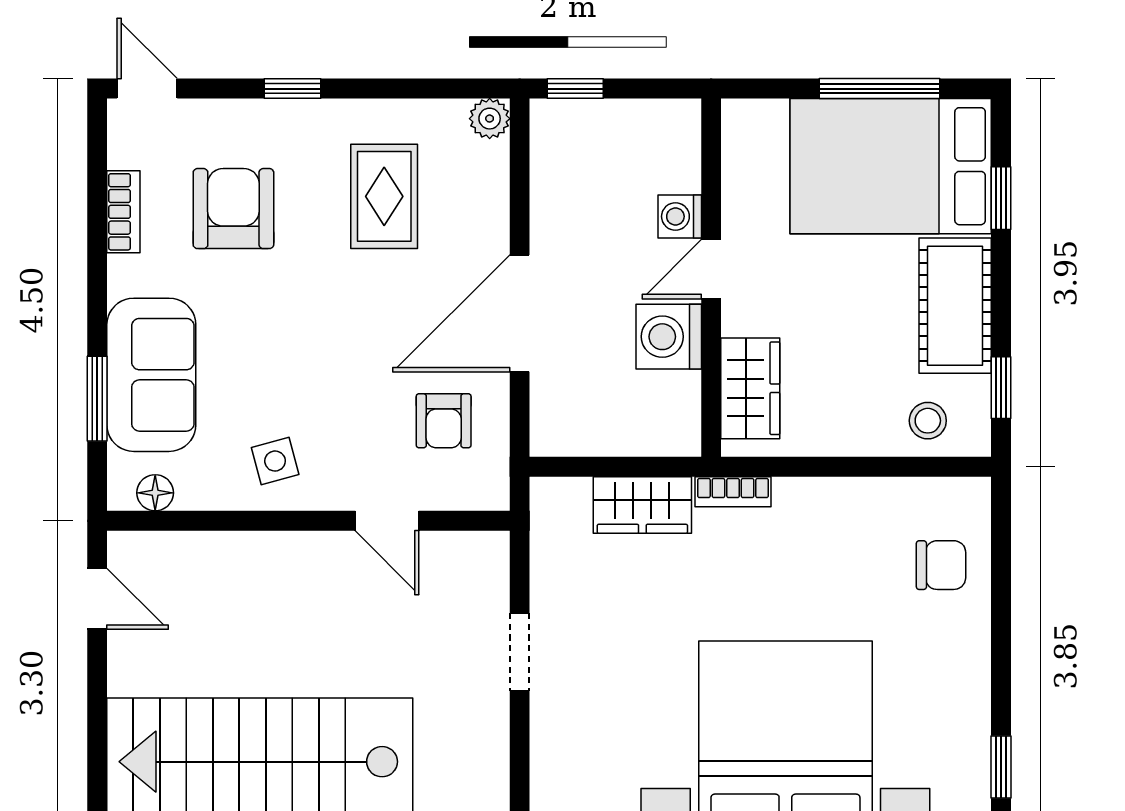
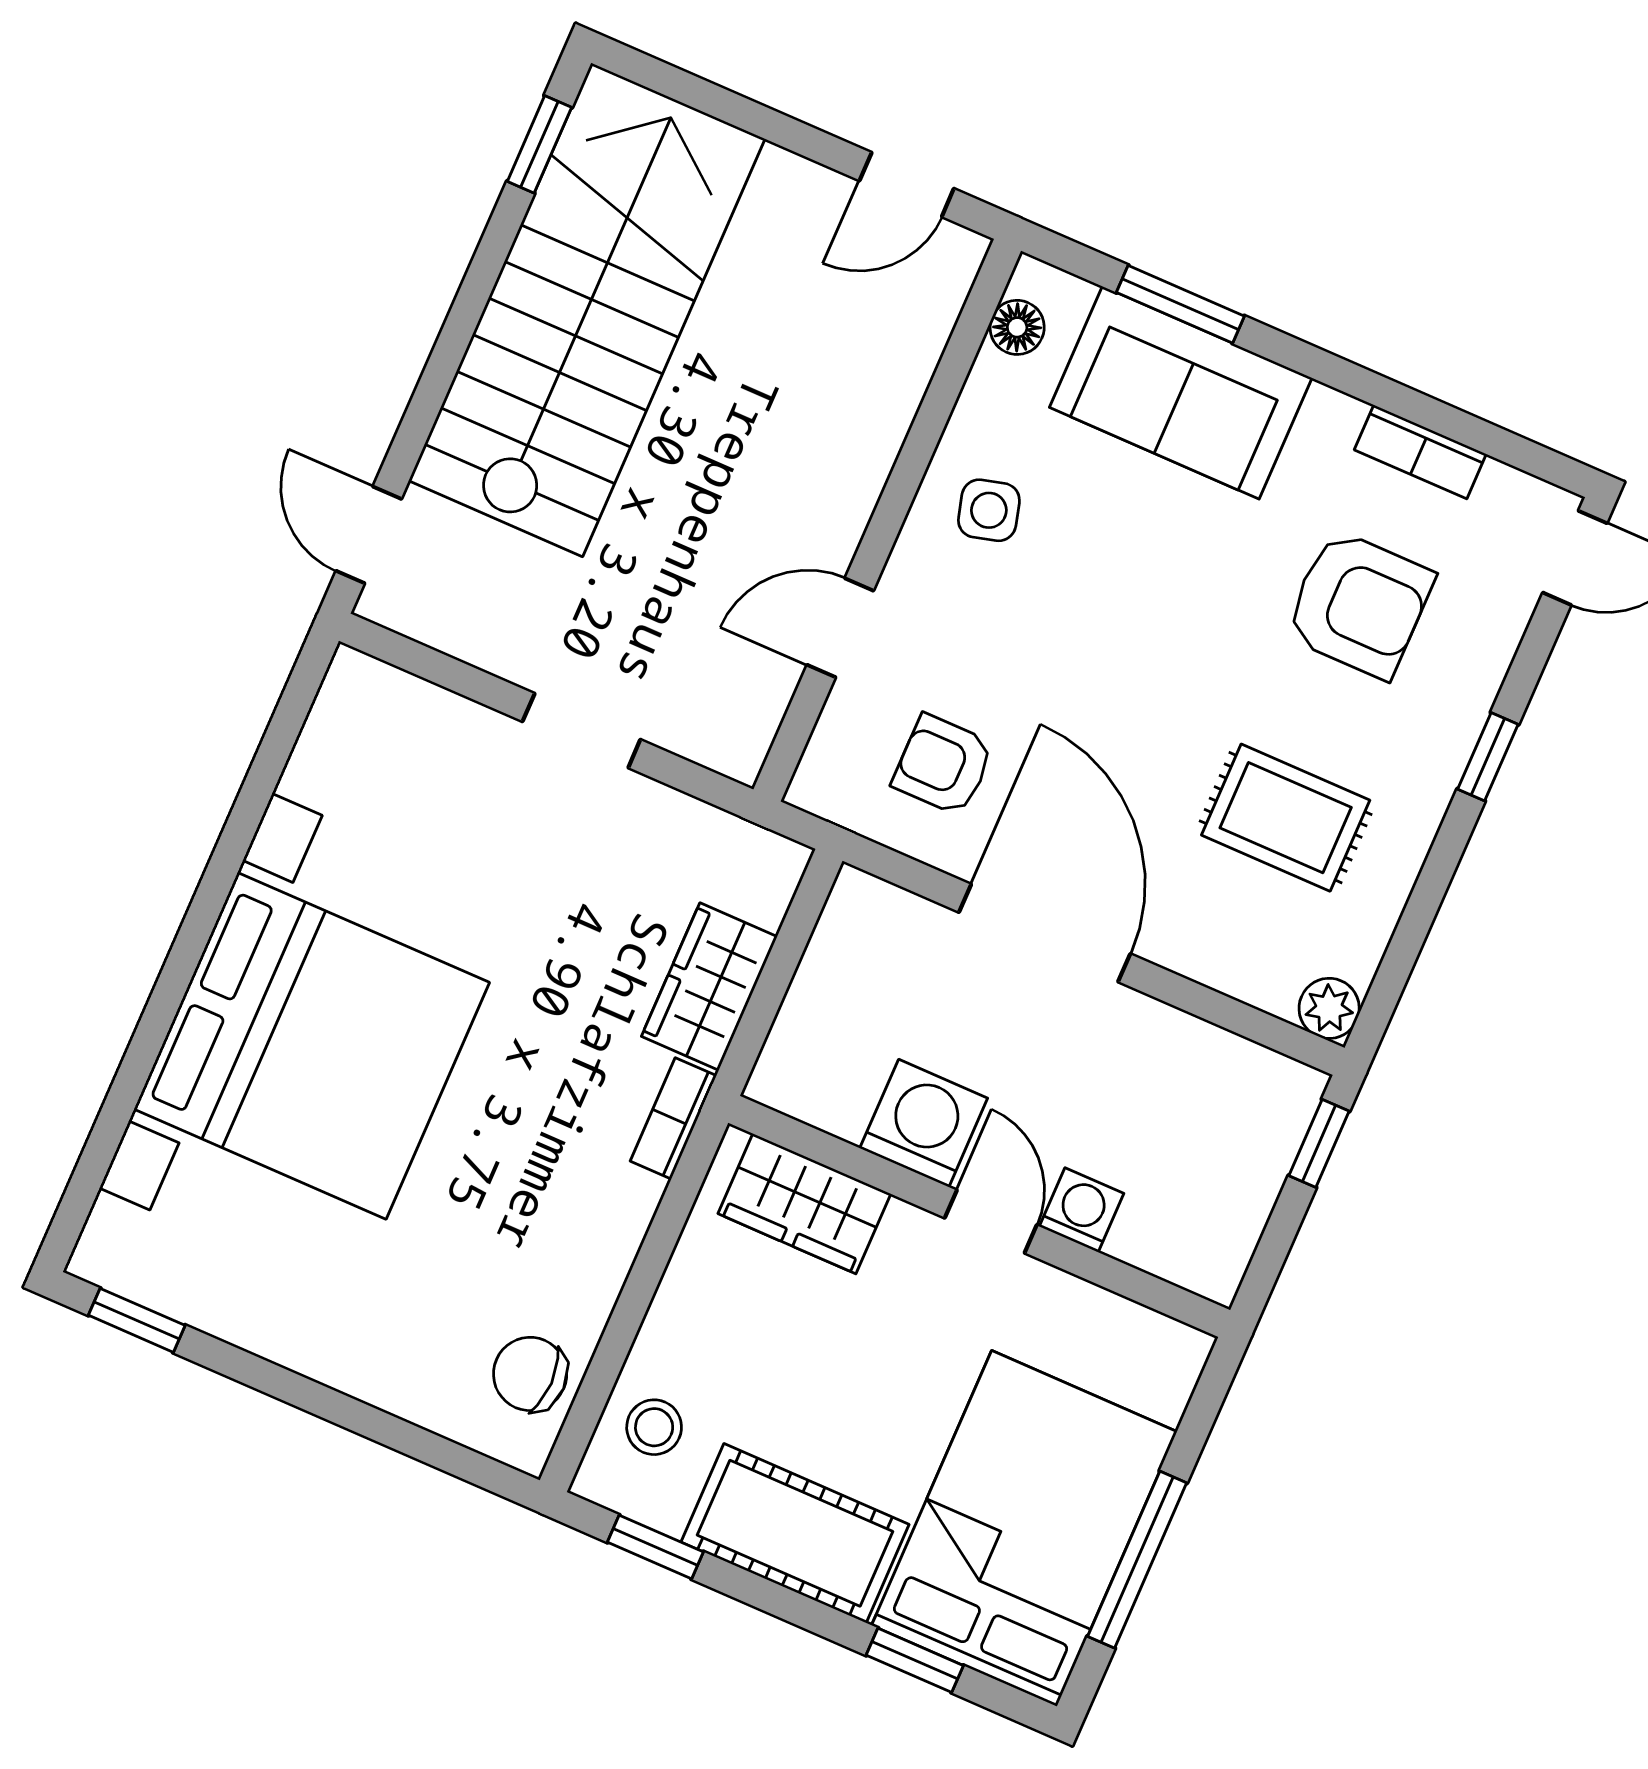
chair: (941, 565) -> (530, 1374), moved, turned 90

